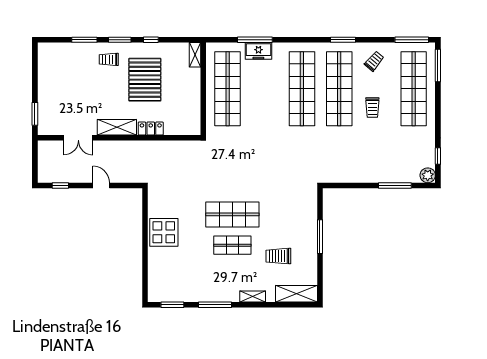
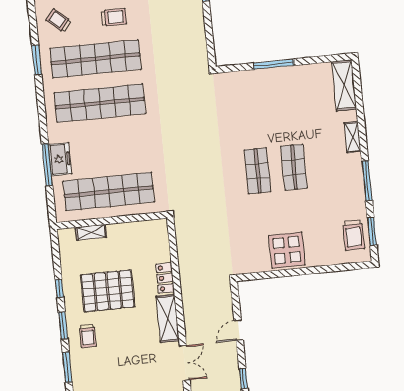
shelving: (195, 55) -> (91, 232), moved
shop shelf: (232, 214) -> (257, 171), width x0.70, depth x0.74
trolley: (278, 256) -> (354, 235), moved

